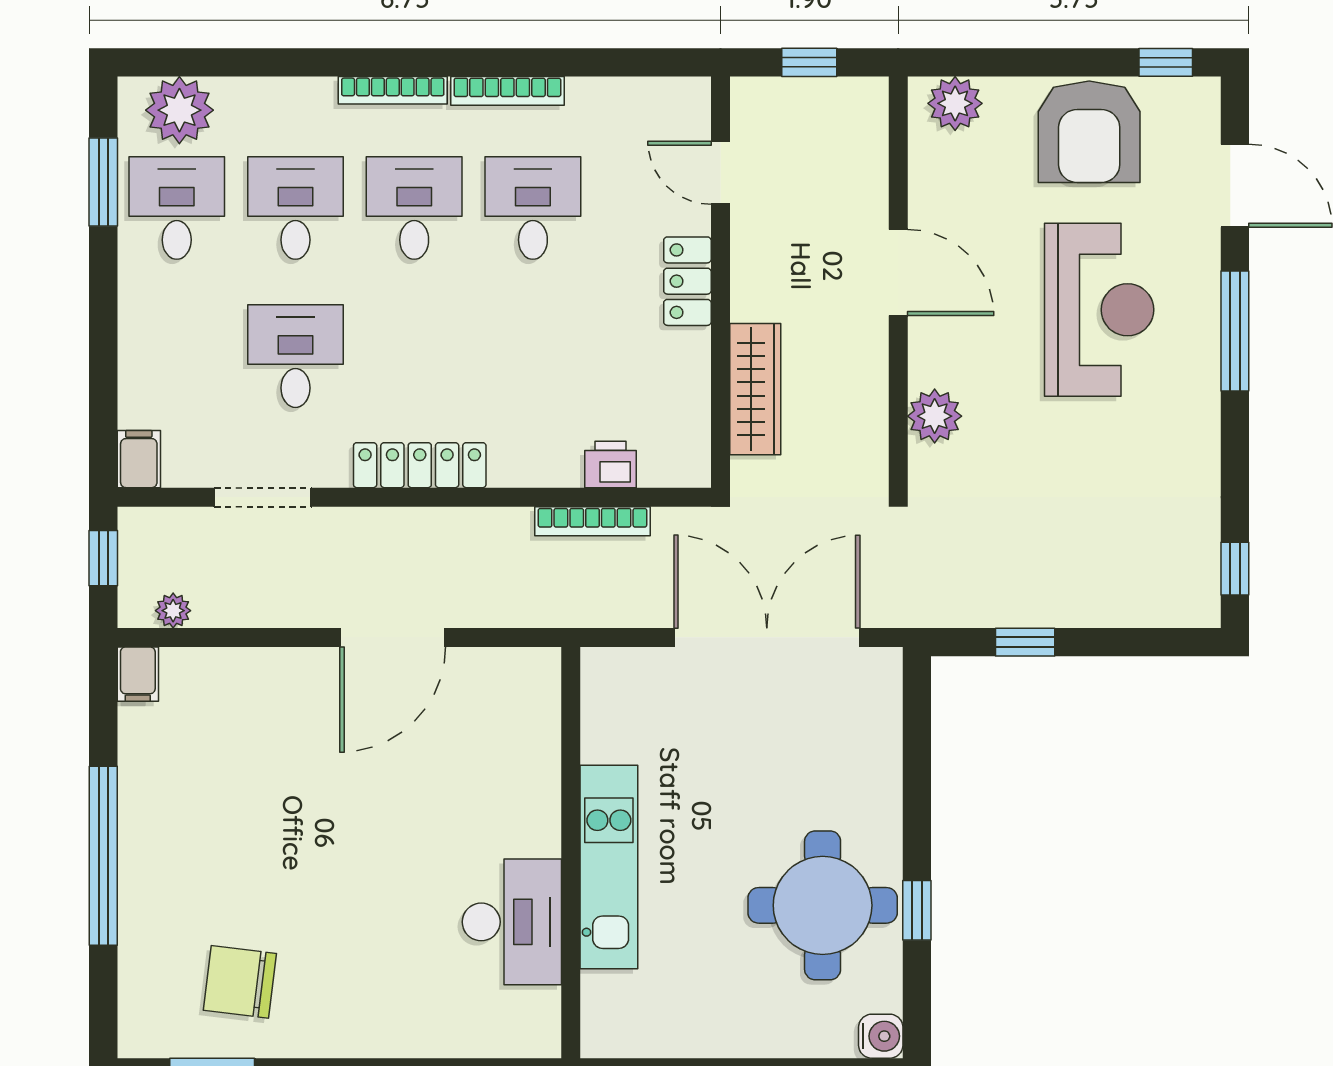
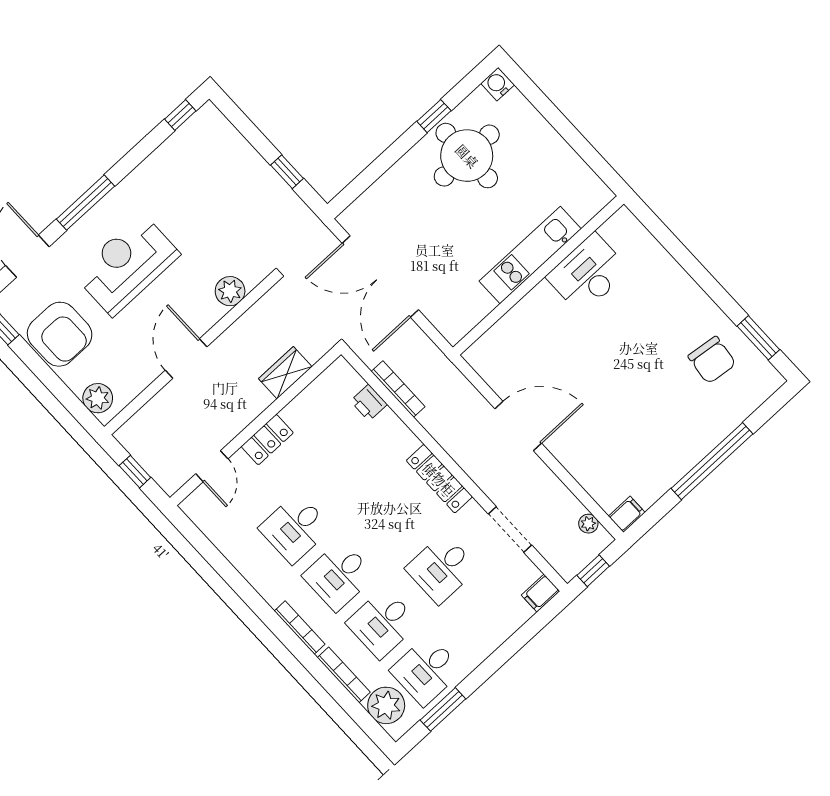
bookcase: (507, 91) -> (344, 675), moved
armchair: (1089, 132) -> (60, 334), turned 90
wardrobe: (755, 389) -> (285, 373), width x0.67

